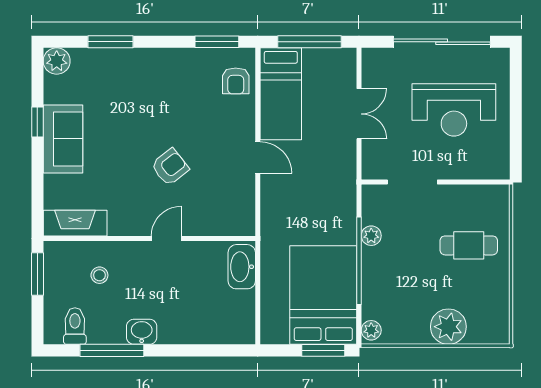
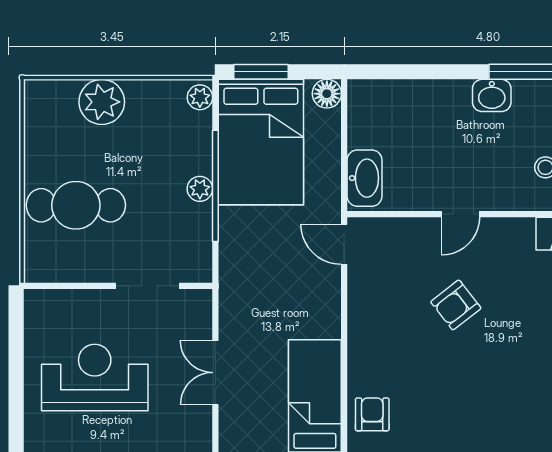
door: (258, 158) -> (344, 244), moved
plant: (371, 236) -> (200, 189), moved
cafe table: (469, 245) -> (76, 205), width x1.37, depth x1.35
floor lamp: (271, 333) -> (327, 94), added

